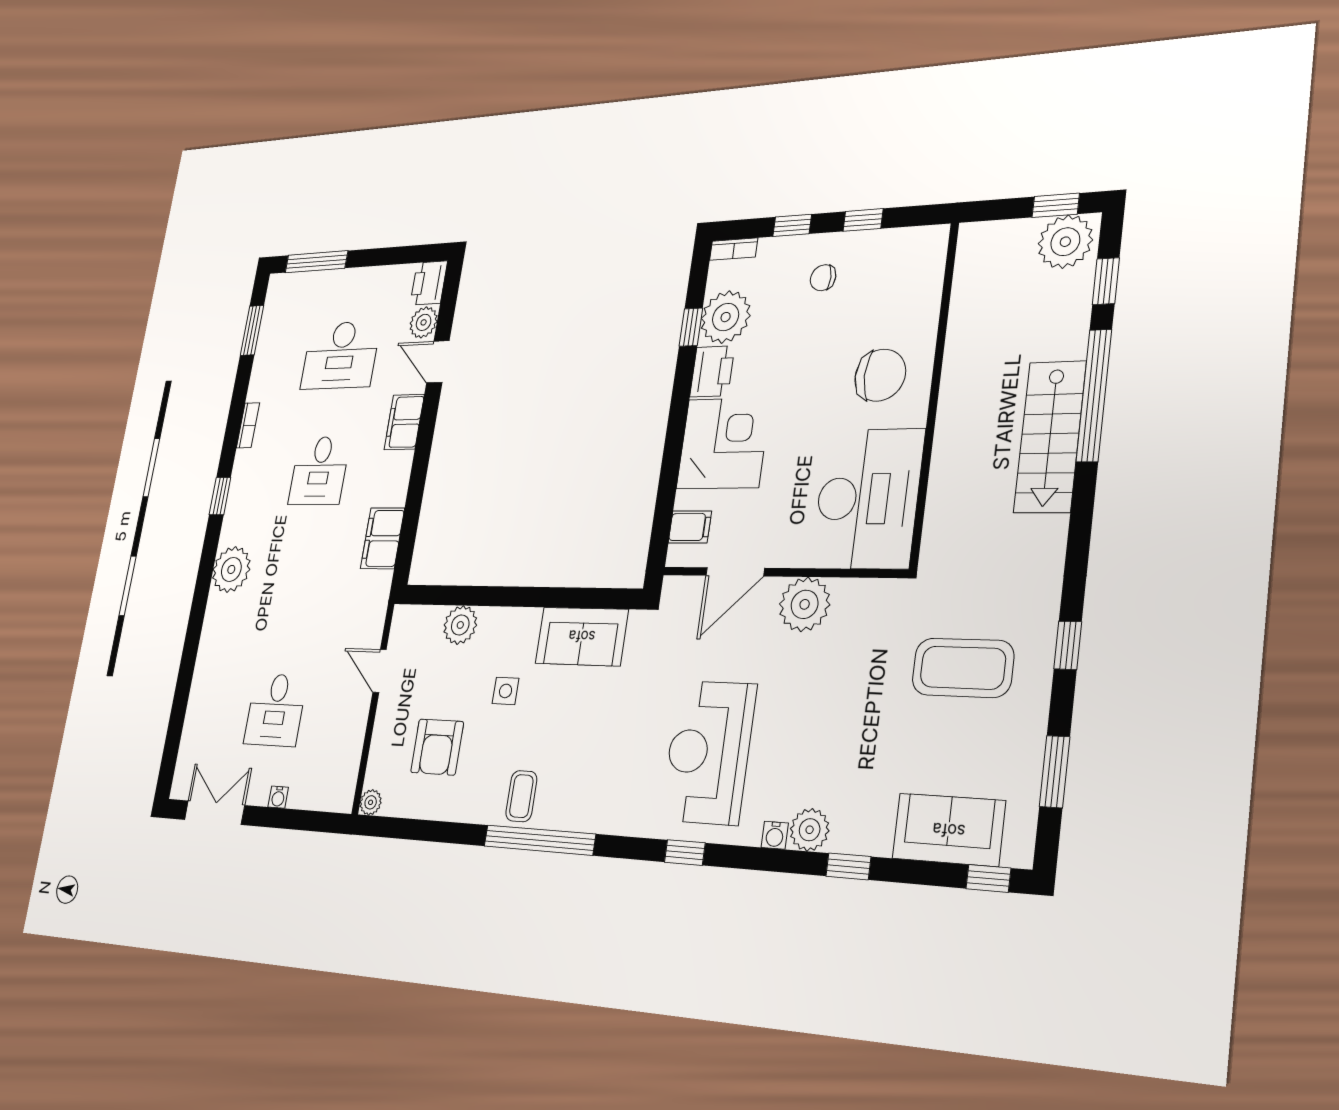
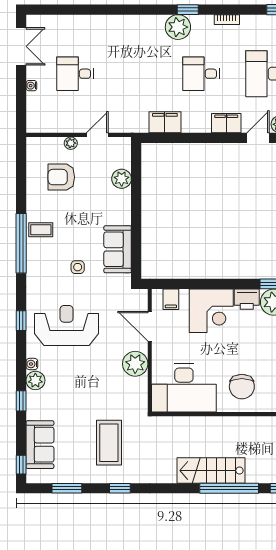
plant: (231, 569) -> (178, 27), moved
side table: (506, 691) -> (78, 267), moved
plant: (371, 802) -> (71, 143), moved

